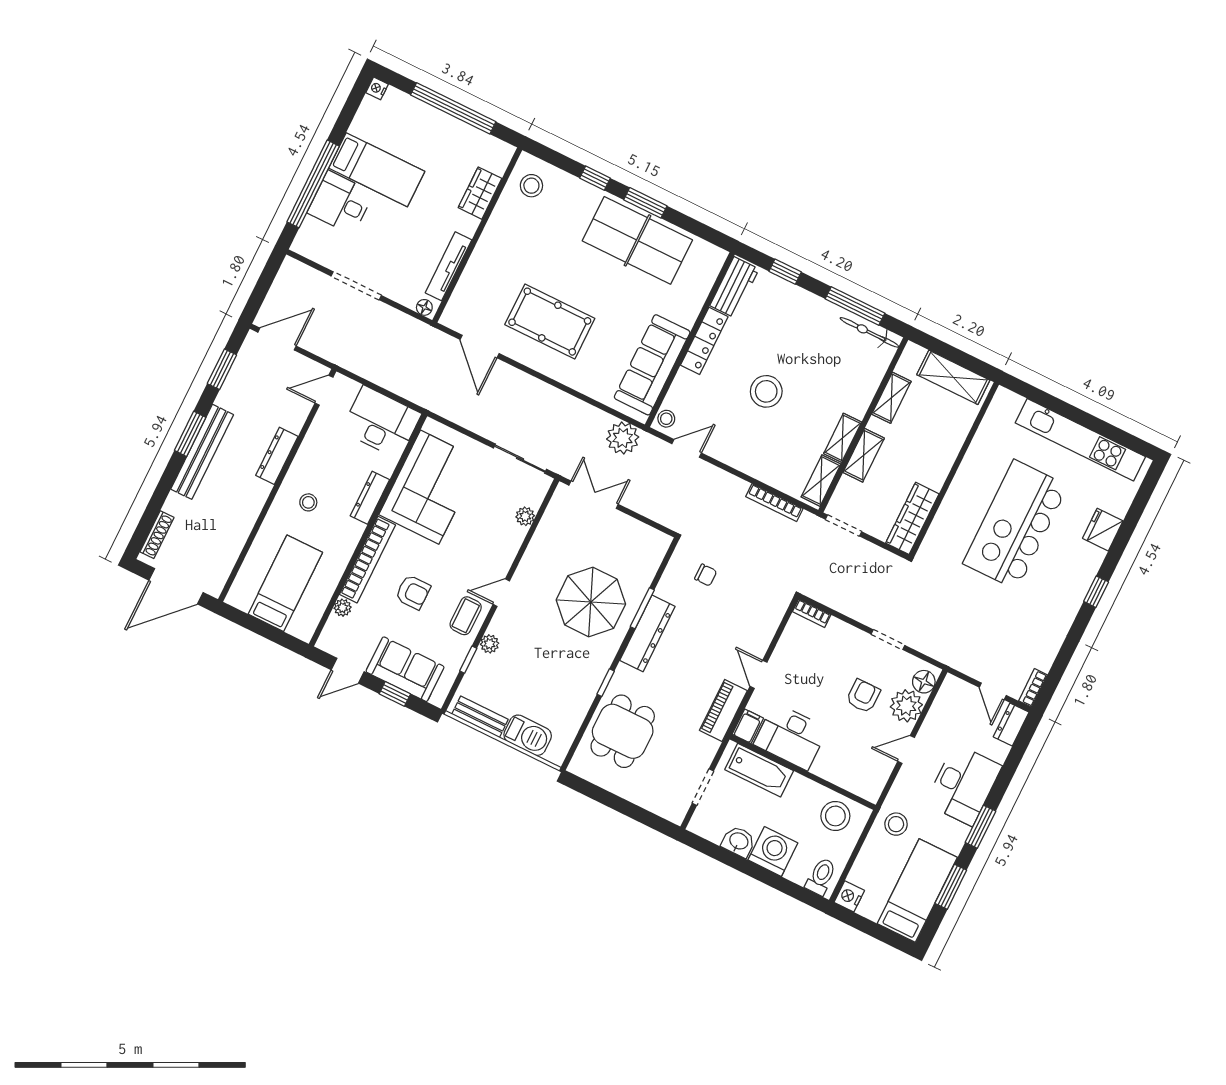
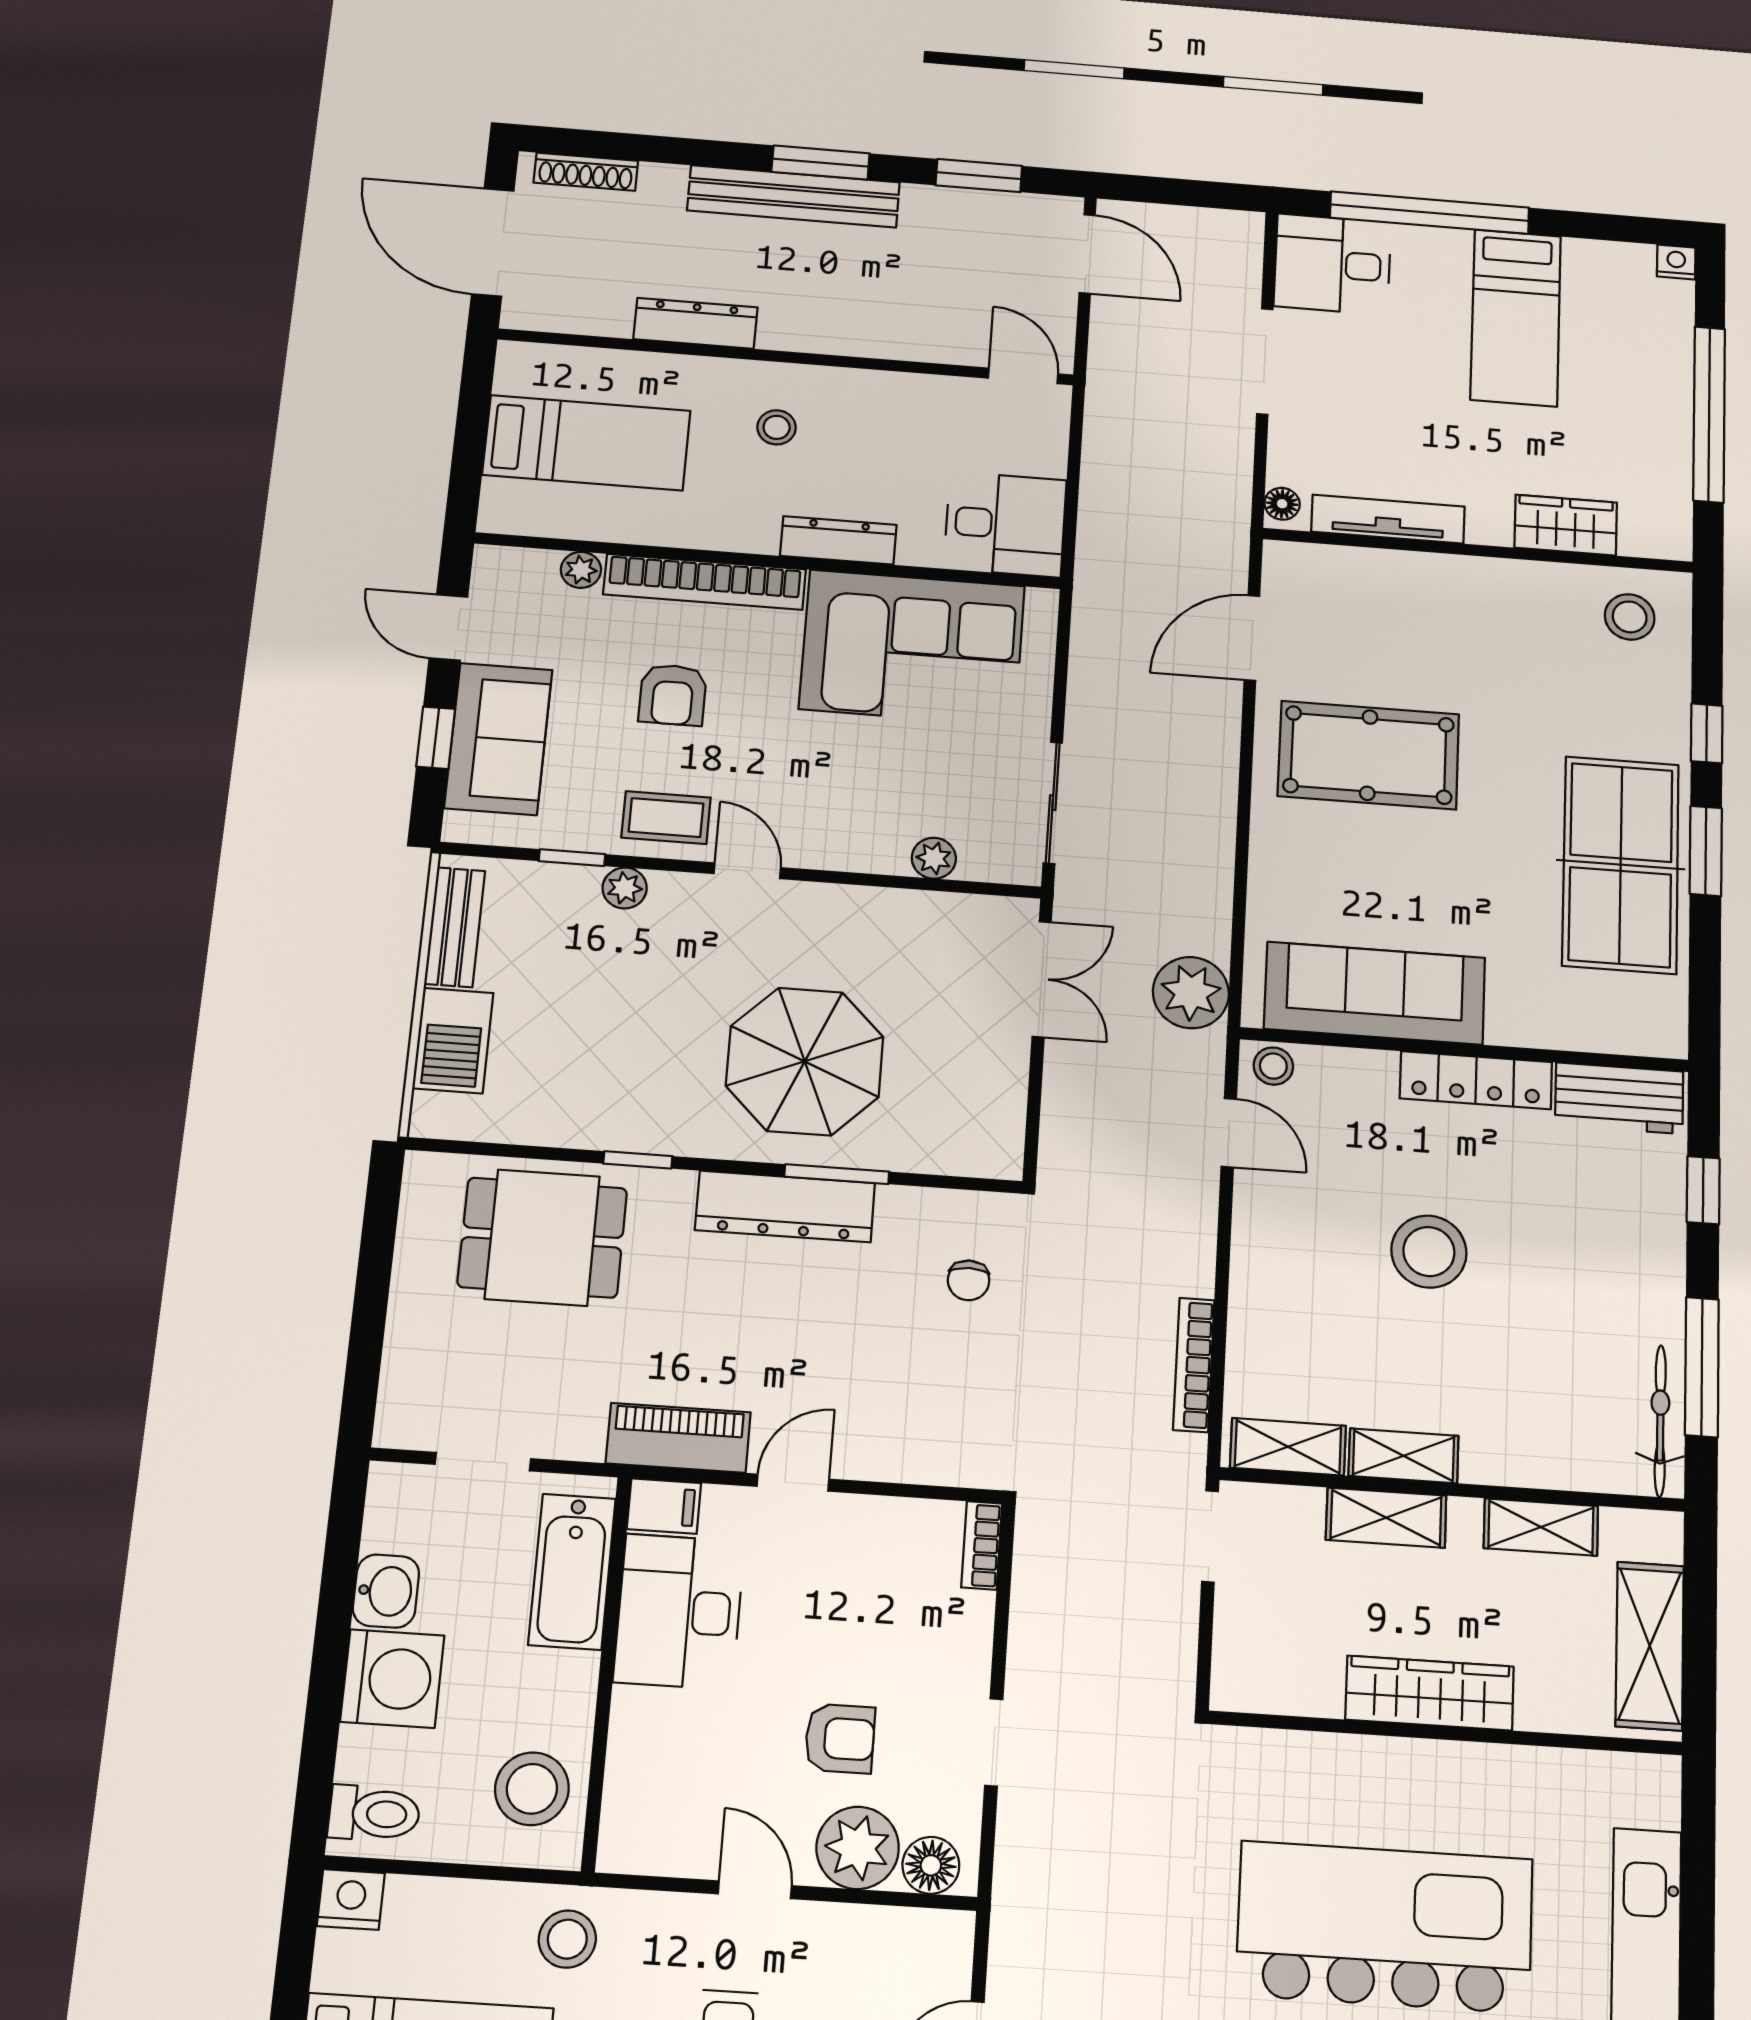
desk: (340, 203) -> (1332, 264), moved, turned -90
pool table: (550, 322) -> (1369, 755), turned 90
desk: (381, 422) -> (1005, 524), width x0.73
dresser: (277, 456) -> (696, 323), moved
wardrobe: (912, 518) -> (1430, 1693), moved

